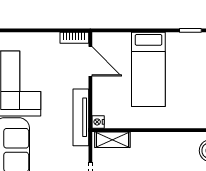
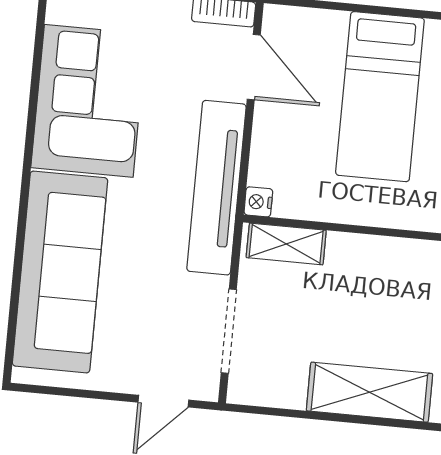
tv unit: (81, 117) -> (216, 188), width x1.36, depth x1.29

